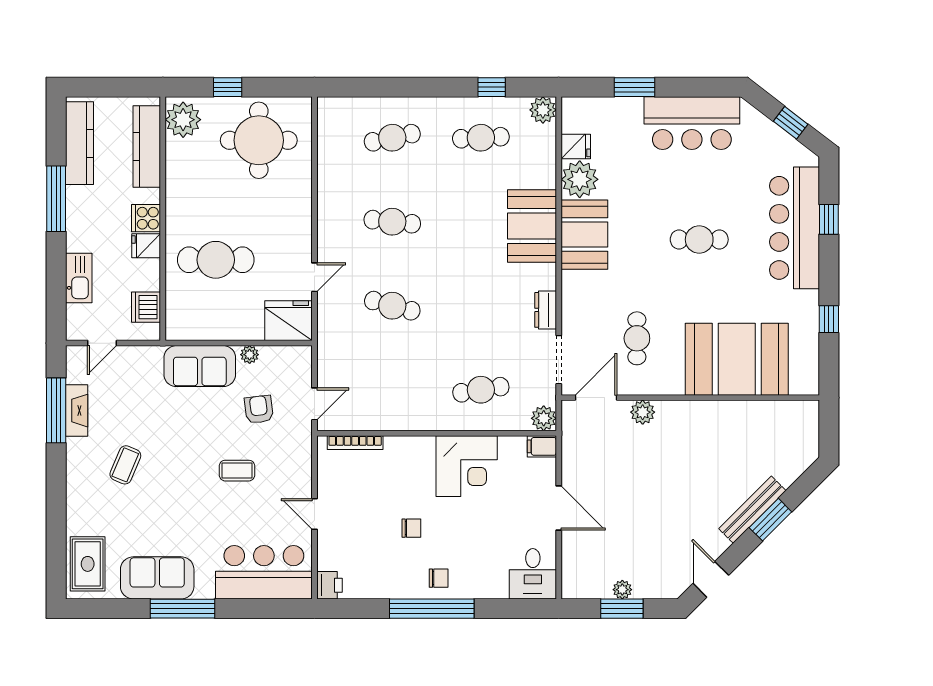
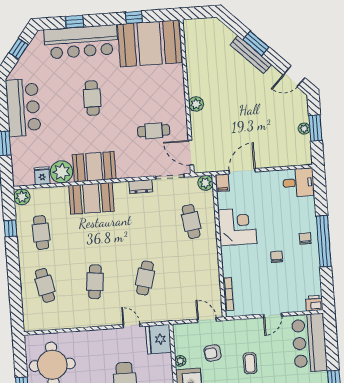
booth: (737, 359) -> (150, 43), moved, turned 90
plant: (643, 412) -> (196, 104), moved
door: (559, 508) -> (242, 171), moved

